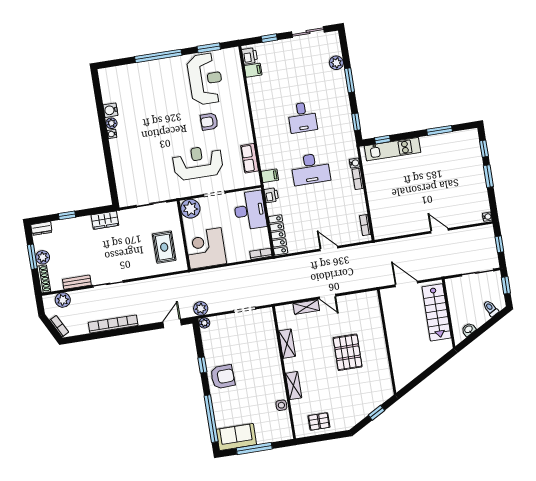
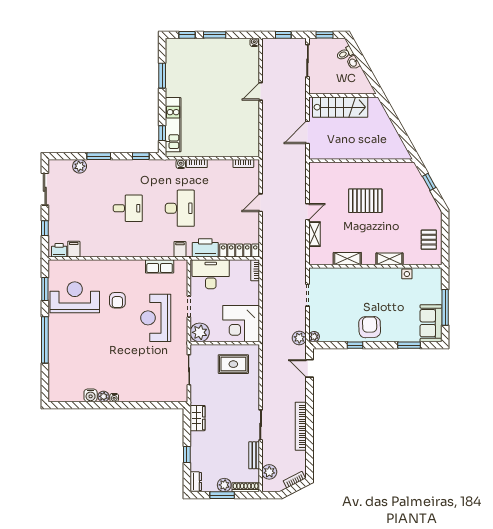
printer: (271, 195) -> (205, 248), width x1.87, depth x1.48
washbasin: (469, 329) -> (353, 63), moved
window: (211, 419) -> (409, 345), width x0.47

